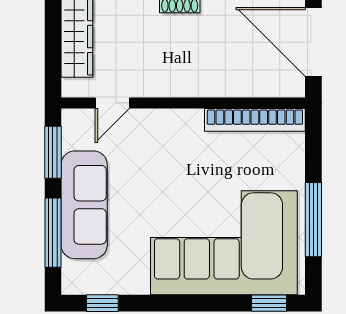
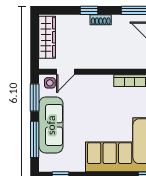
side table: (82, 124) -> (50, 83), added

